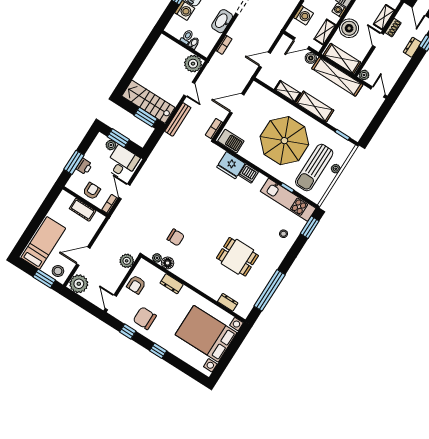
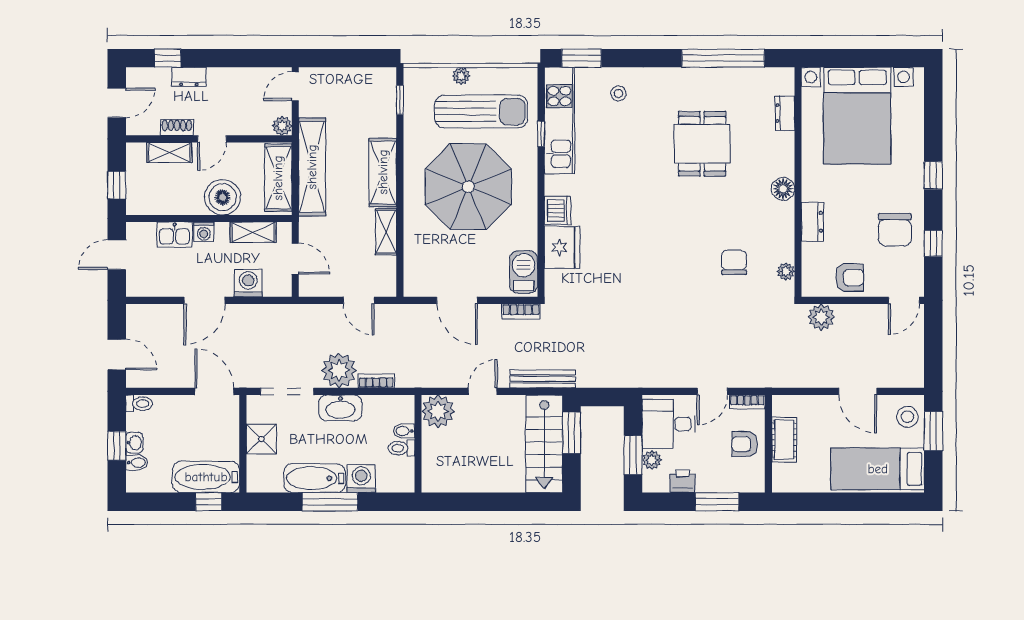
boiler: (311, 58) -> (309, 228), removed
printer: (84, 166) -> (683, 481), moved
floor lamp: (168, 263) -> (783, 189), moved
plant: (79, 284) -> (339, 370), moved

